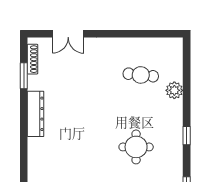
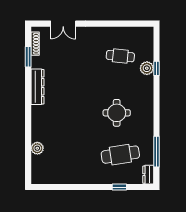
window: (187, 136) -> (157, 68), moved

